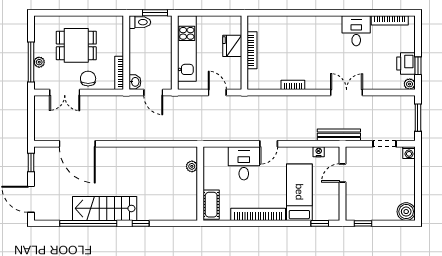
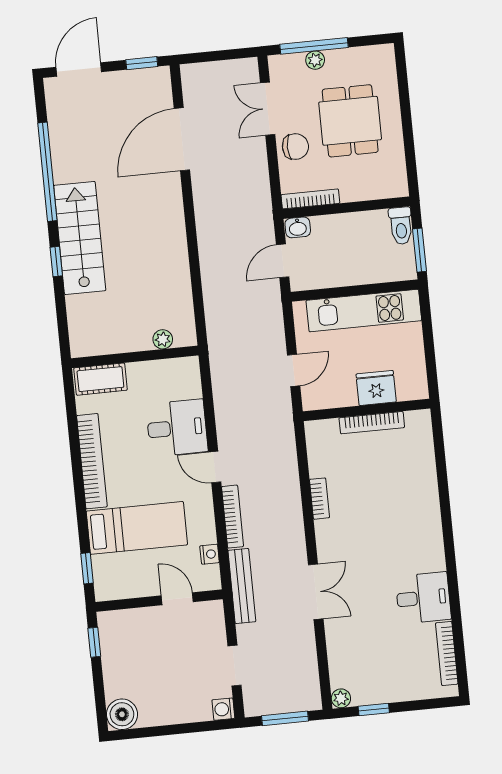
printer: (406, 63) -> (376, 689), removed
bookcase: (298, 136) -> (233, 517), added
stairs: (105, 208) -> (80, 238), moved

